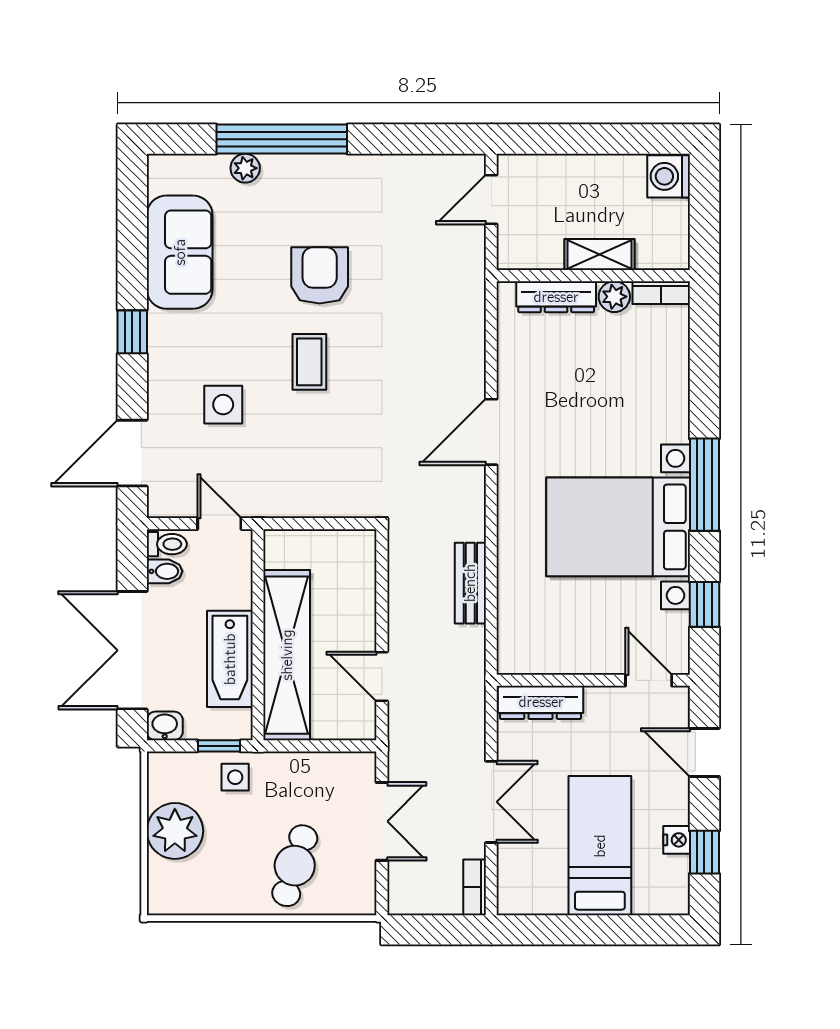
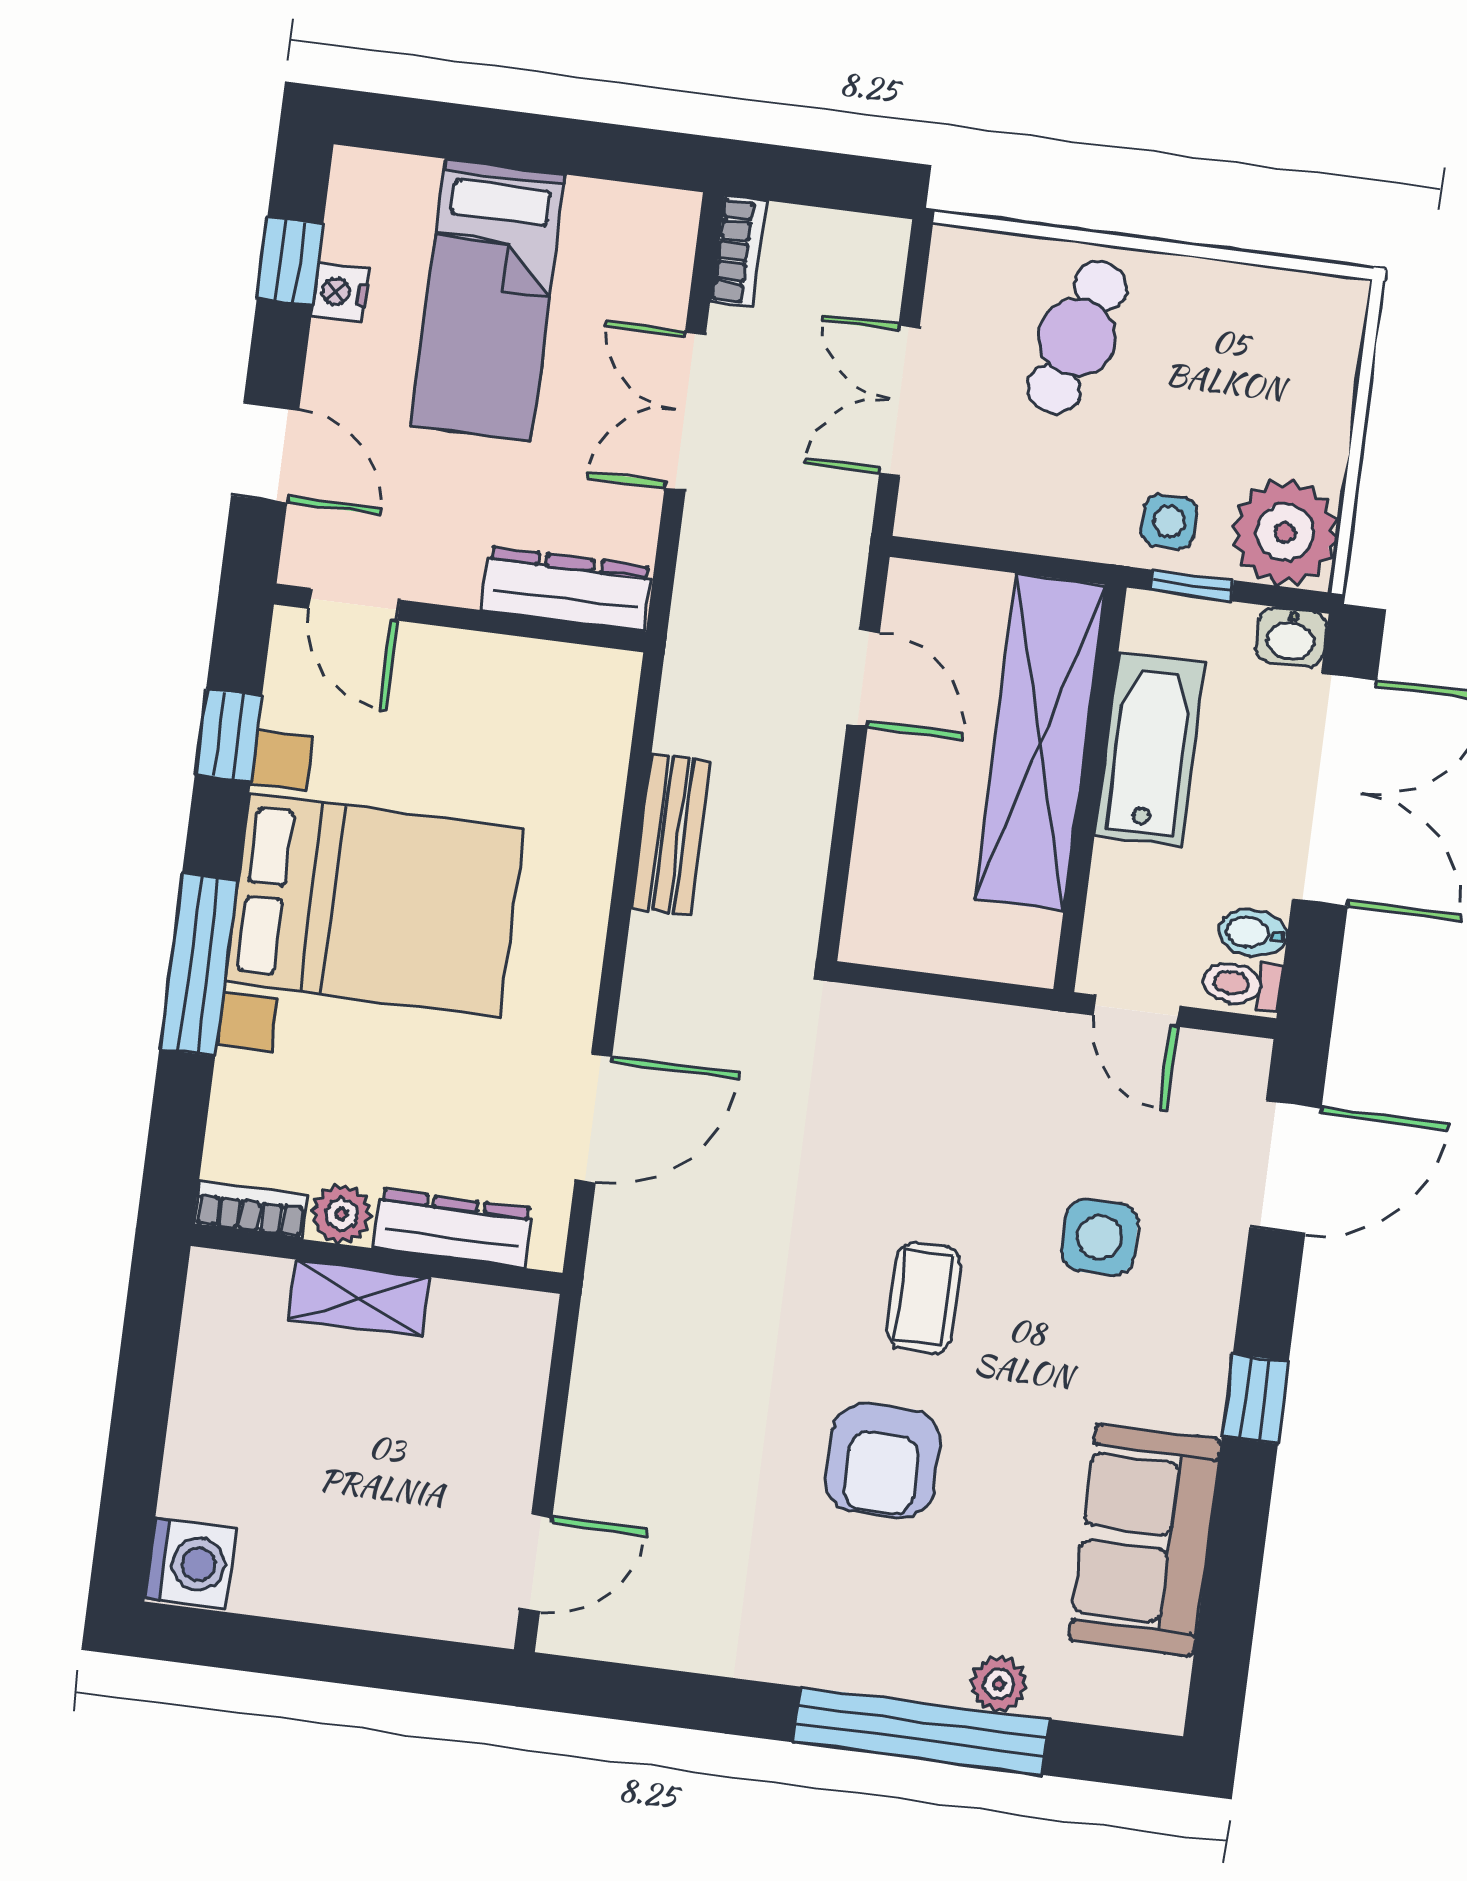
shelving: (599, 255) -> (359, 1298), moved
wall: (593, 276) -> (377, 1259), moved
bookcase: (661, 293) -> (251, 1210), moved
dresser: (556, 297) -> (453, 1228), moved
plant: (614, 297) -> (342, 1214), moved
plant: (175, 831) -> (1285, 532), moved

